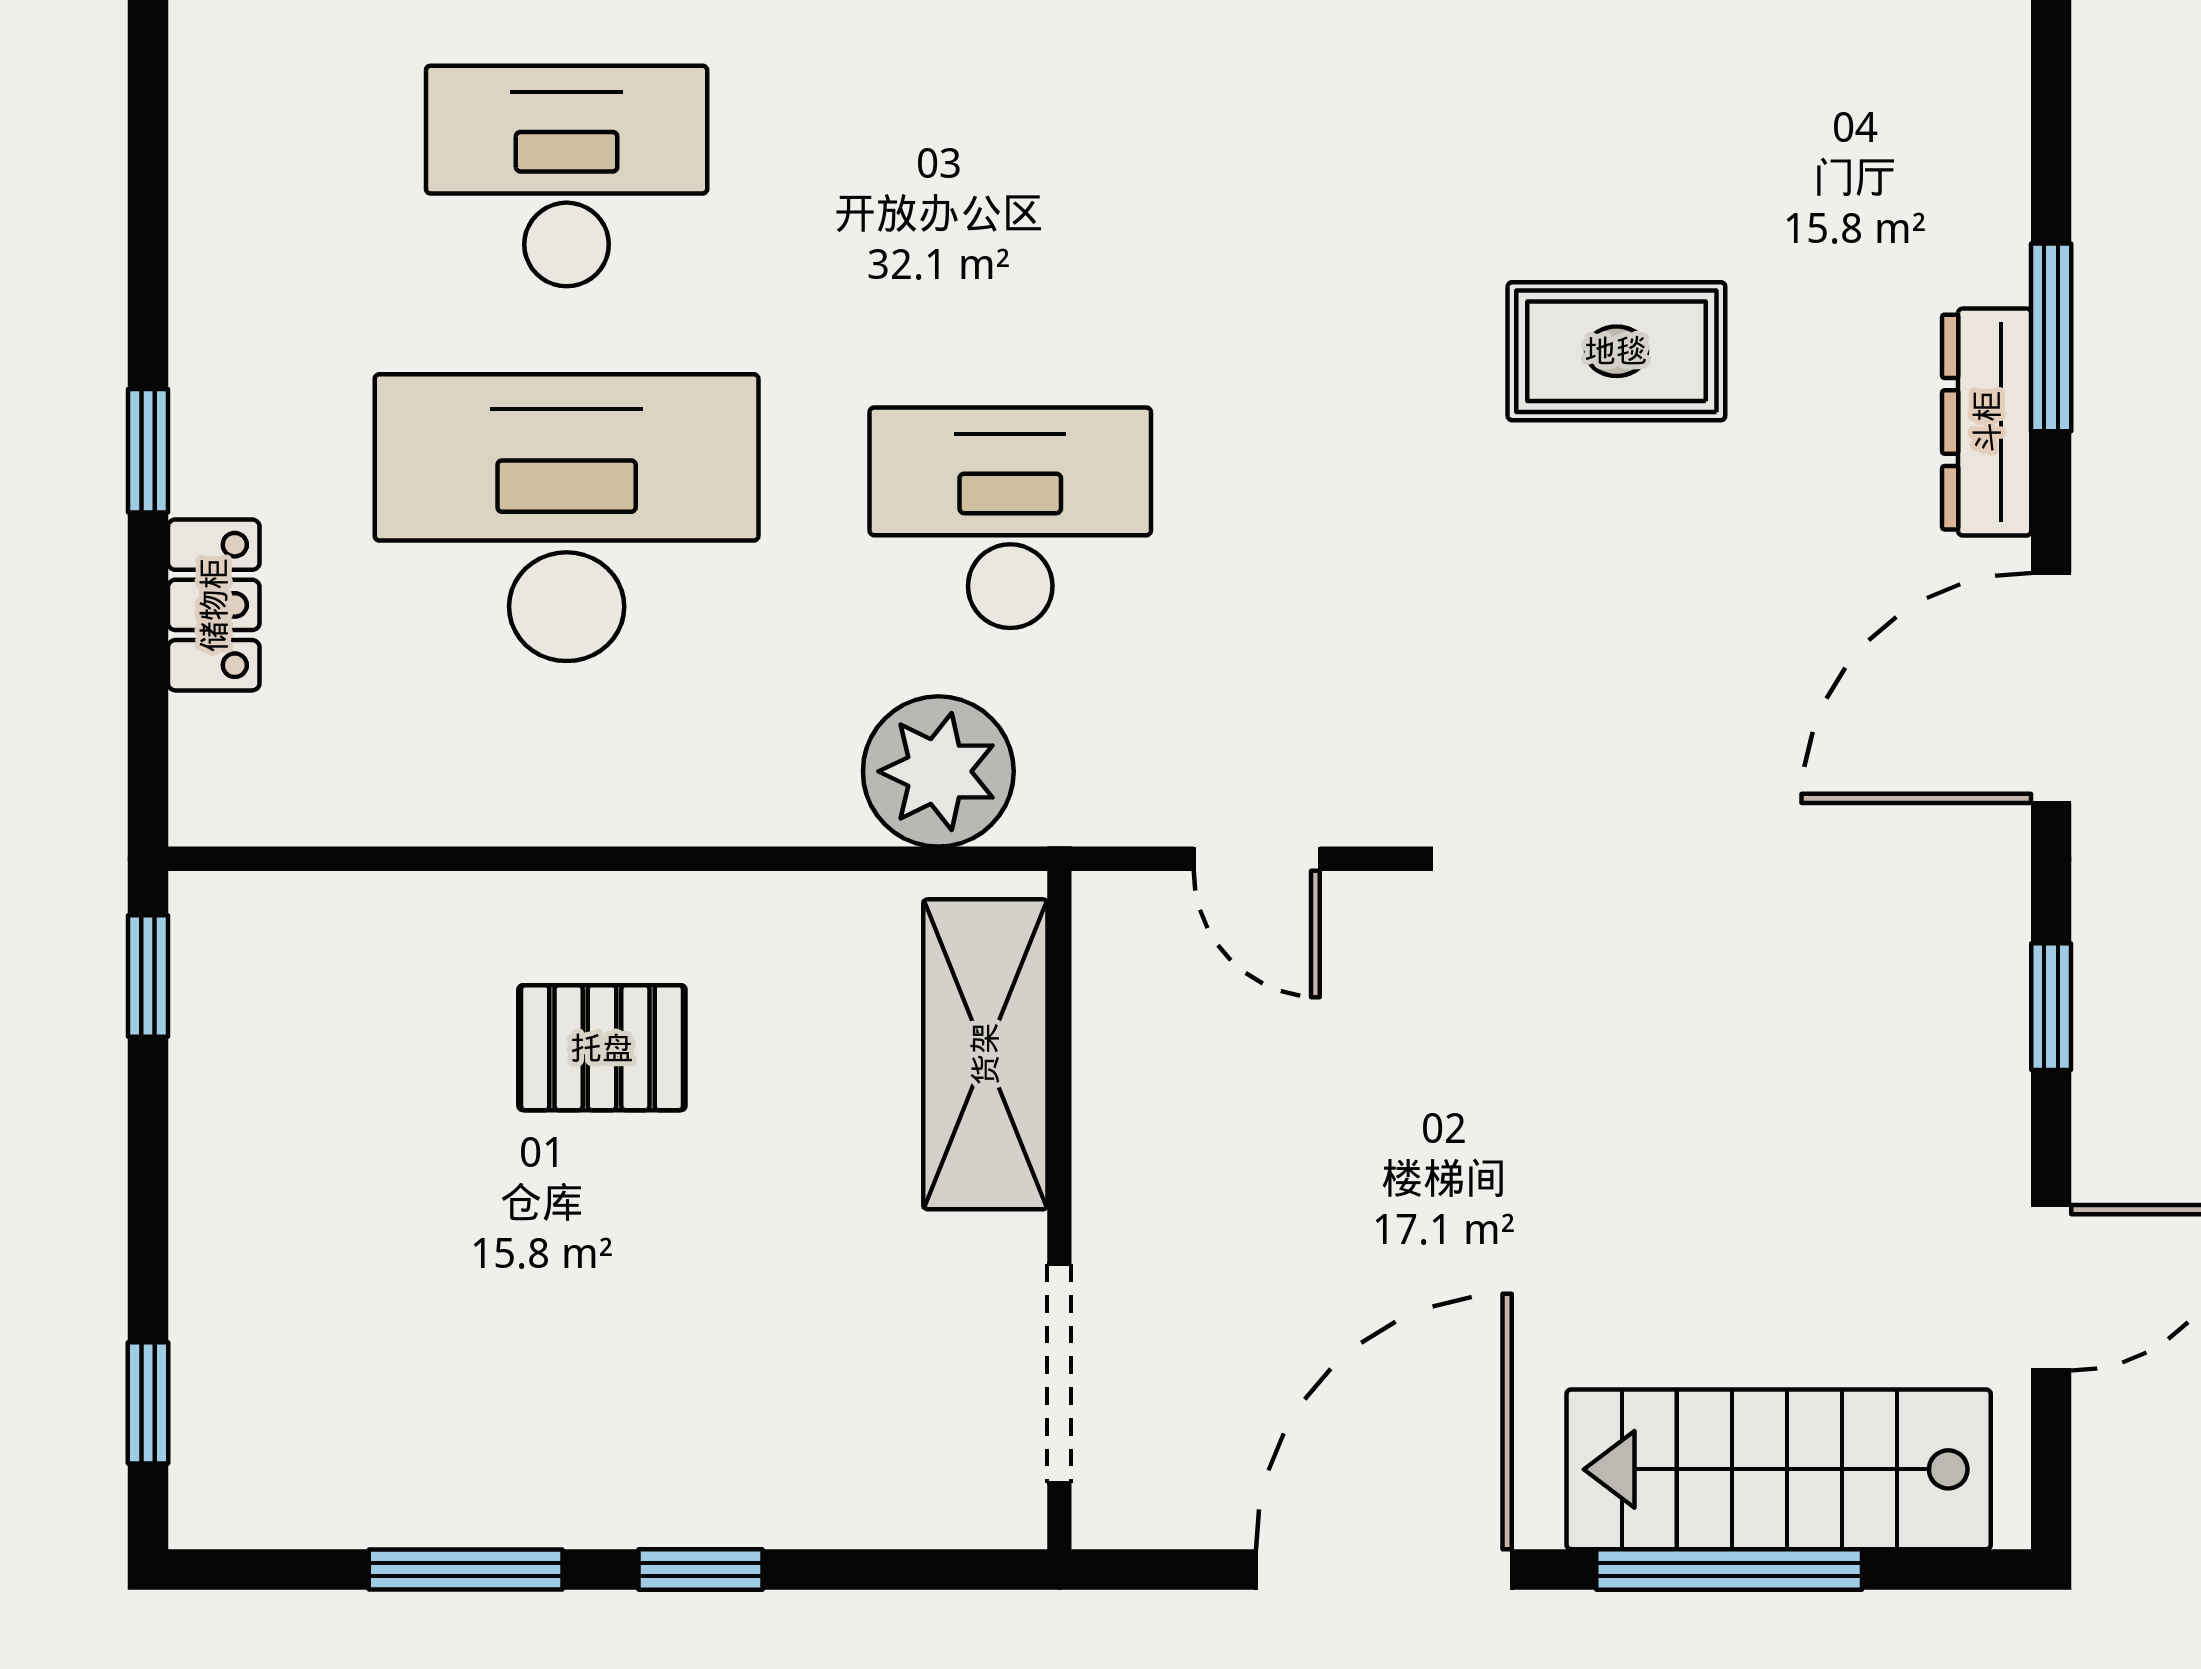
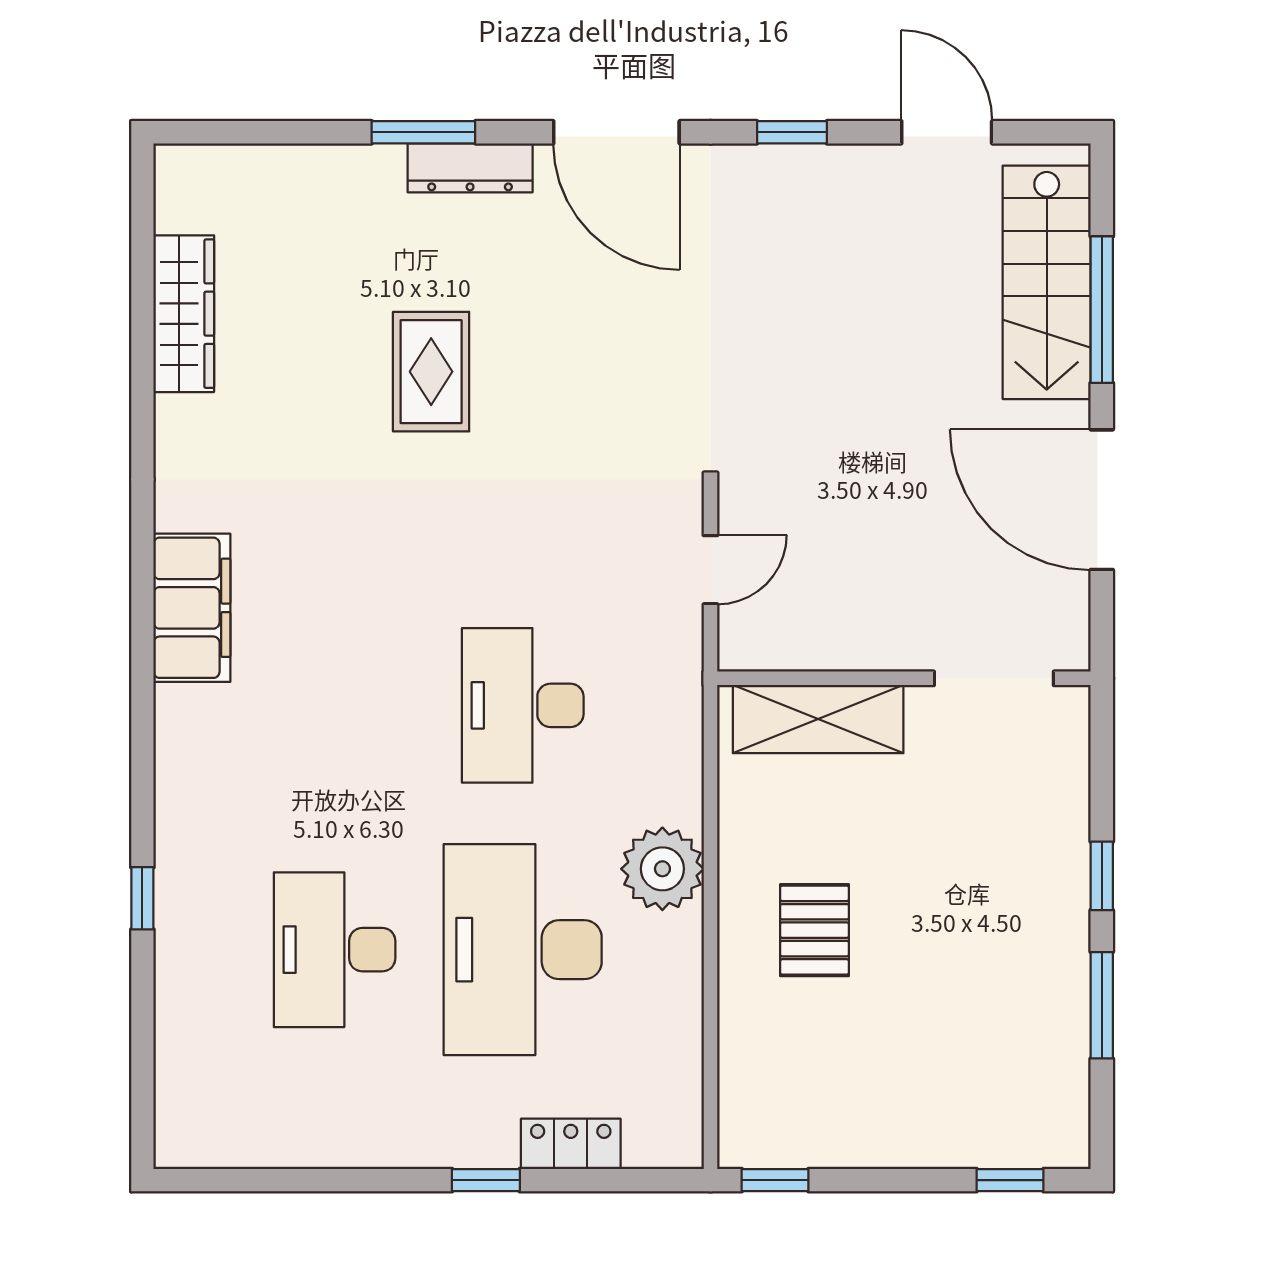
plant: (938, 771) -> (662, 869), moved

